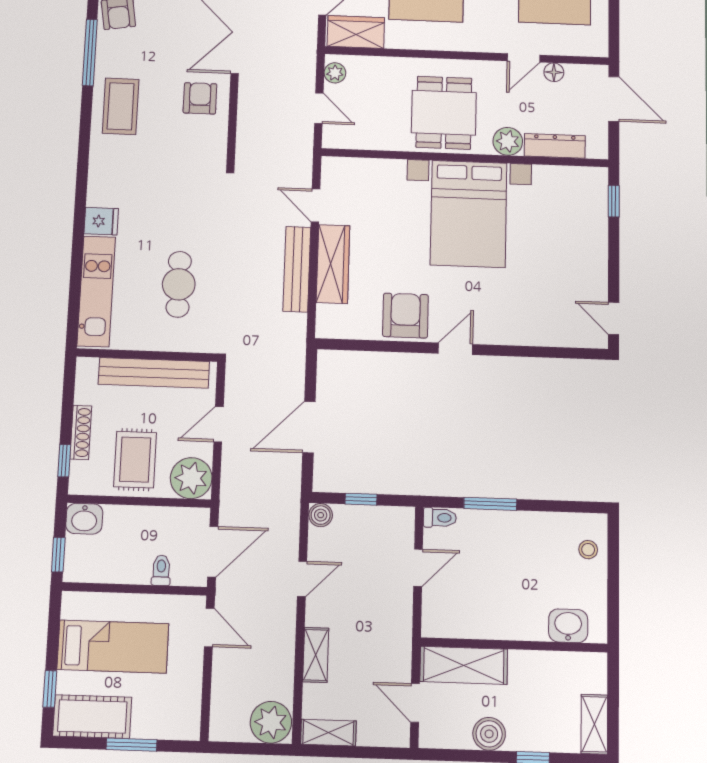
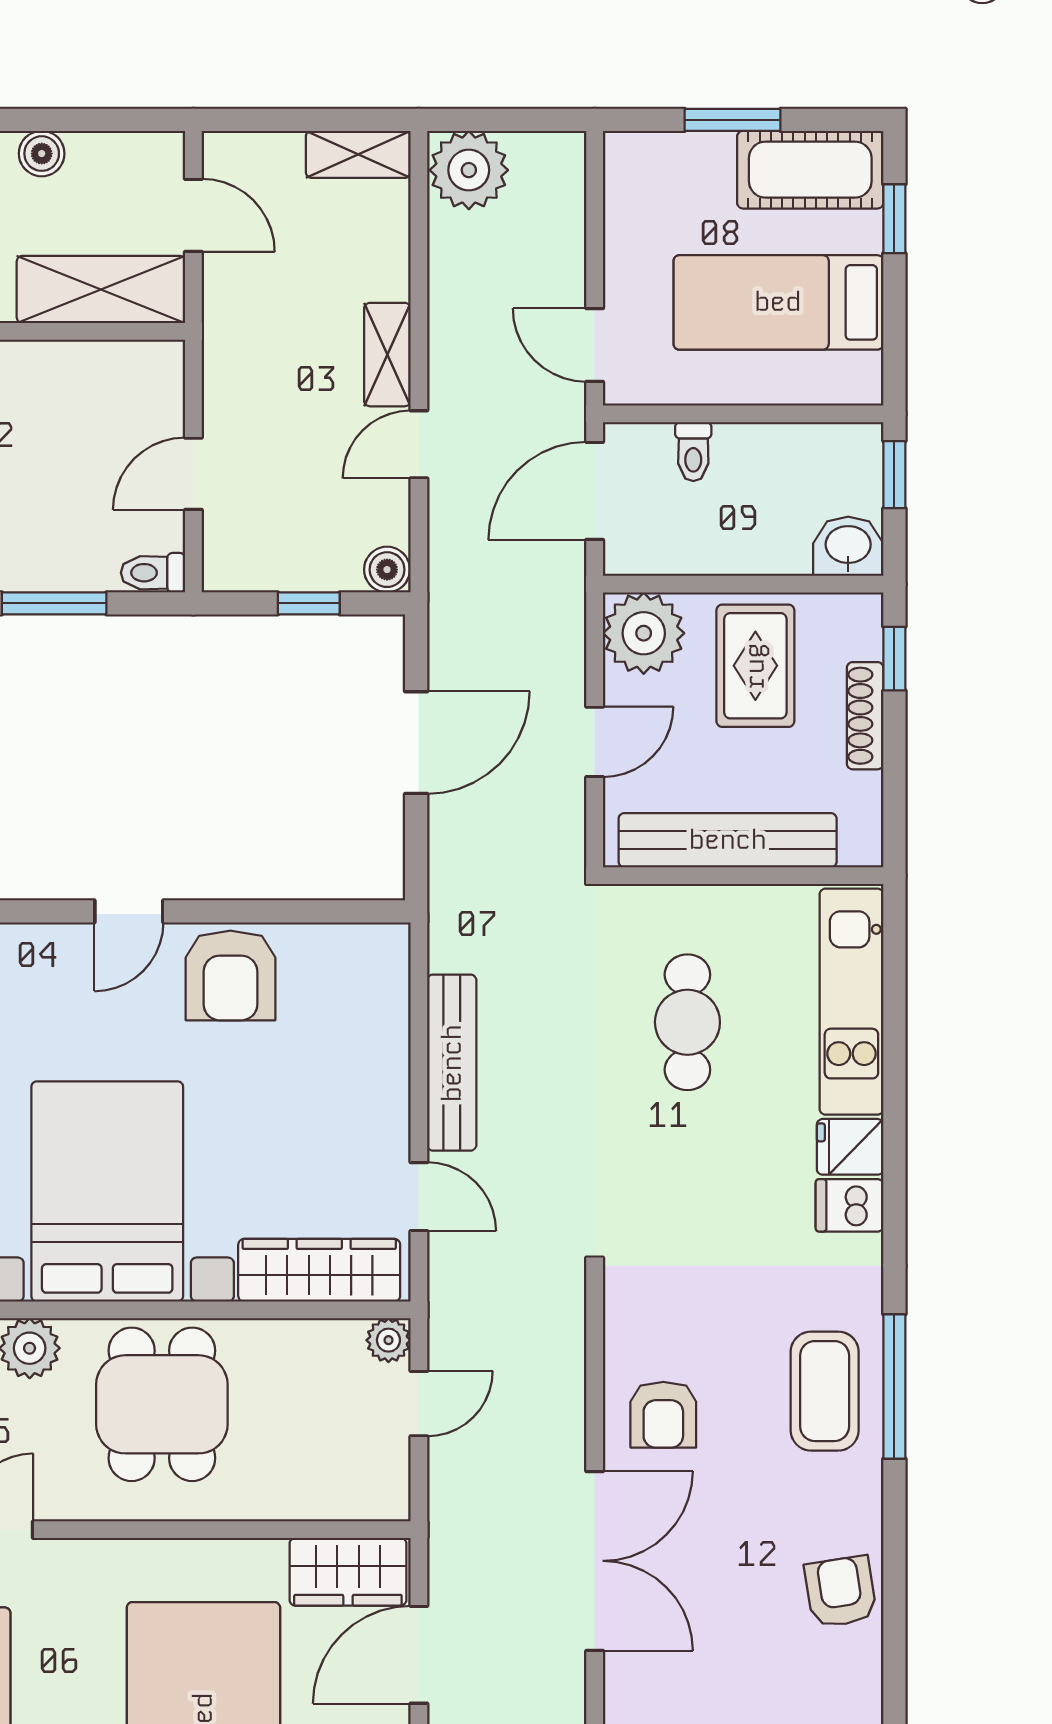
window: (90, 53) -> (894, 1387), moved
plant: (335, 73) -> (388, 1340), moved
door: (319, 108) -> (419, 1404), swing flipped
dishwasher: (103, 193) -> (849, 1205), added
wardrobe: (333, 264) -> (319, 1270), moved, turned 90
shelving: (316, 655) -> (387, 355), moved
boiler: (489, 734) -> (42, 154), width x0.73, depth x0.73

